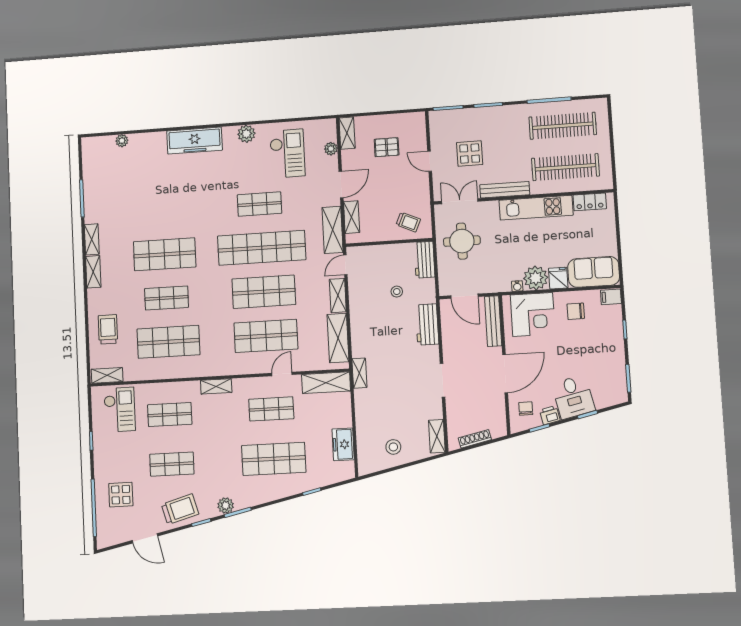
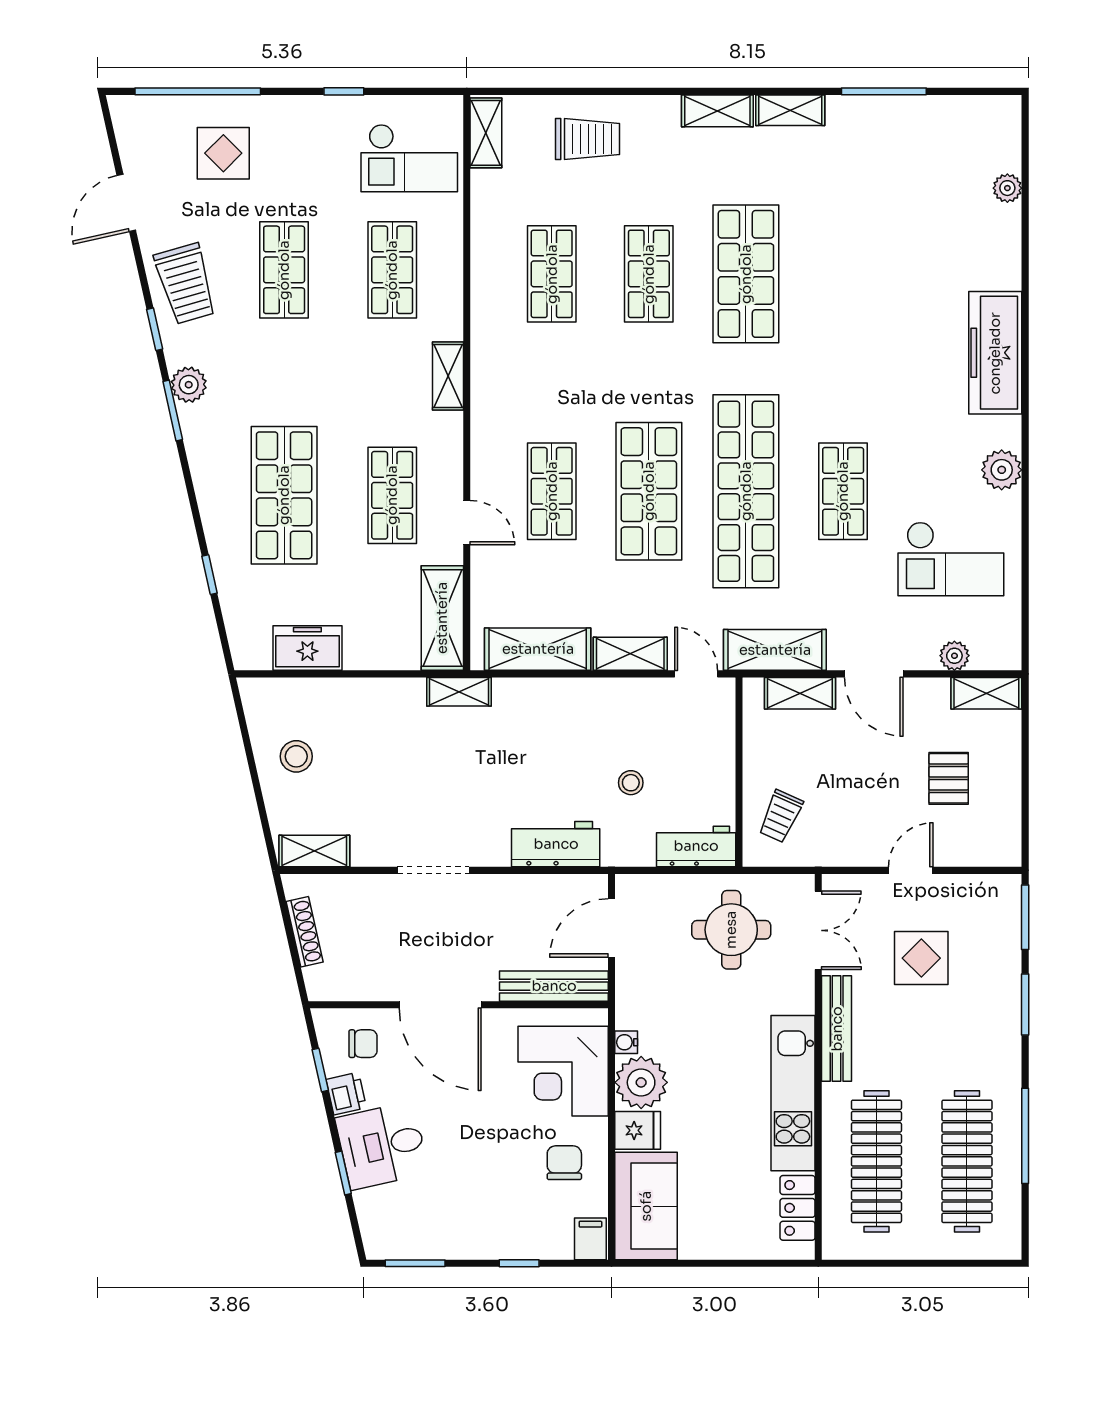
shop shelf: (266, 336) -> (552, 491), width x0.70, depth x0.74
shop shelf: (168, 342) -> (552, 274), width x0.70, depth x0.74

